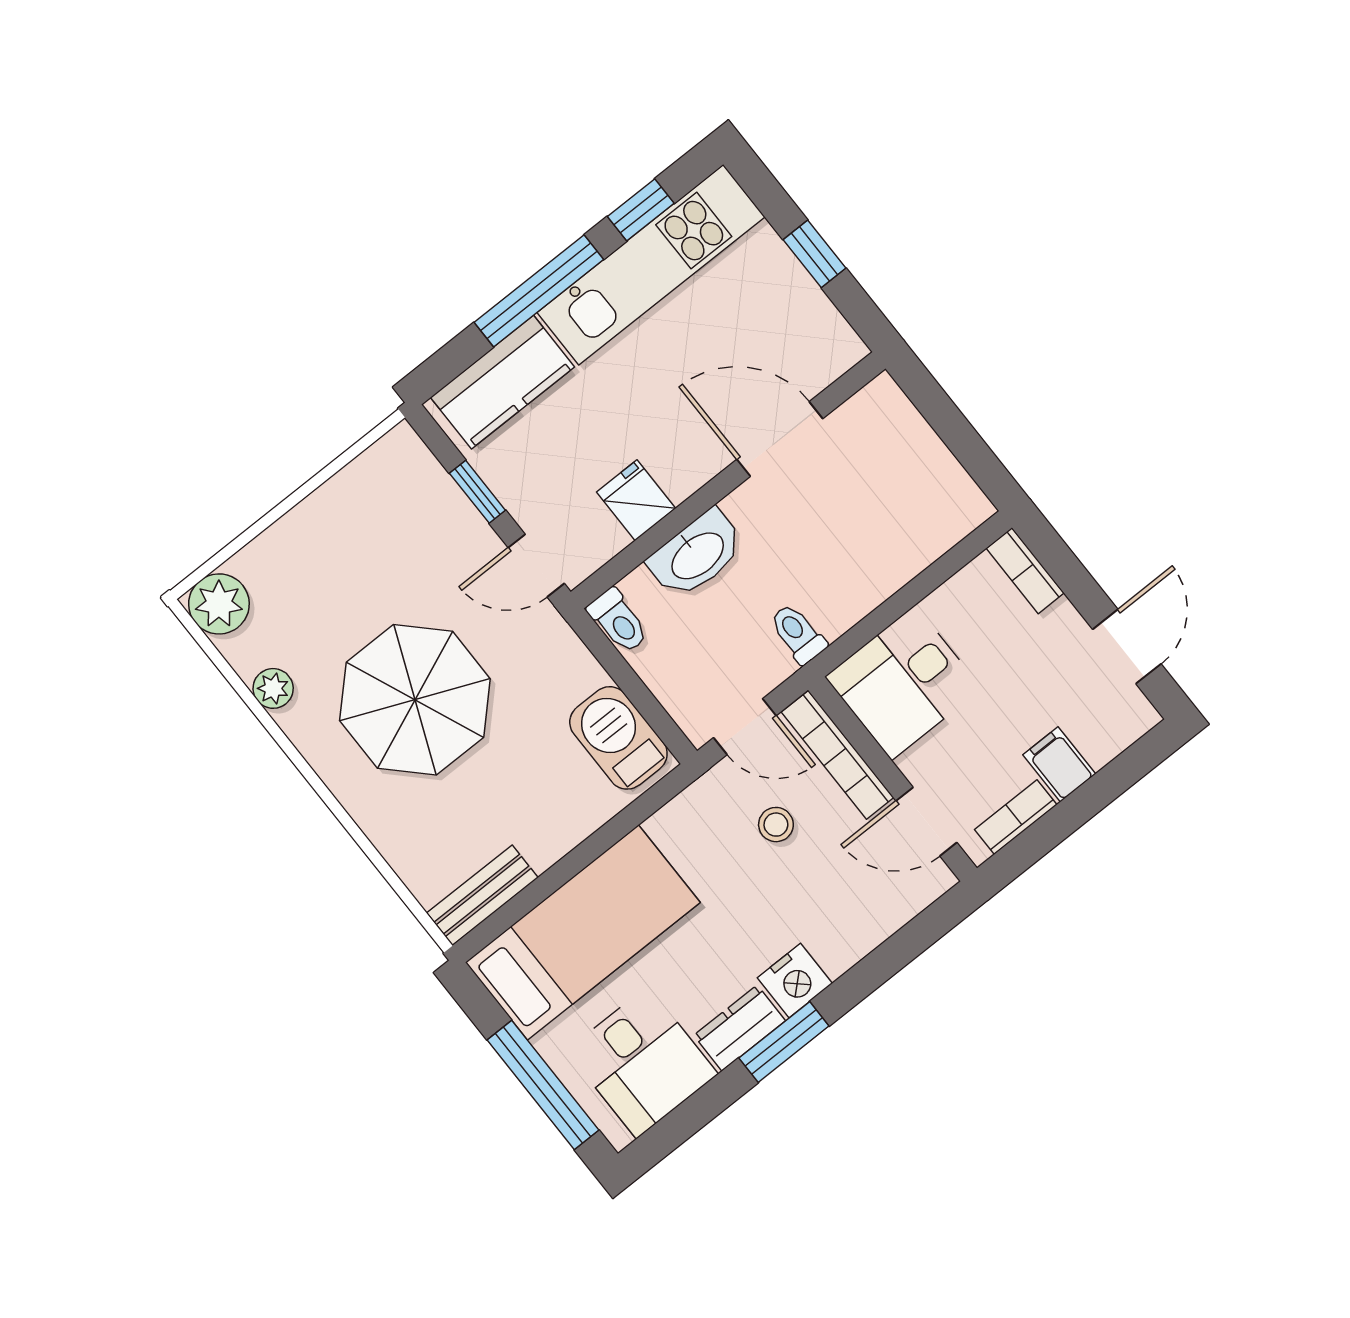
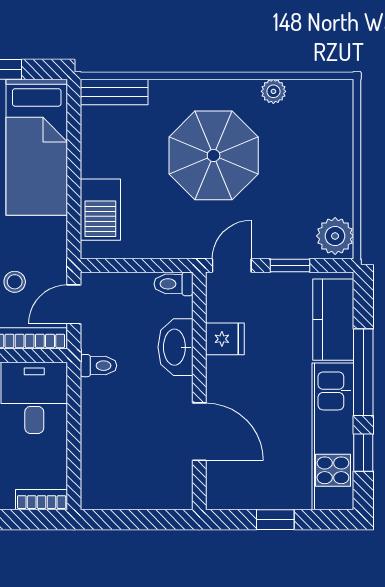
door: (780, 439) -> (199, 432), hinge flipped
plant: (219, 604) -> (335, 236), moved
barbecue: (618, 738) -> (100, 210), moved, turned 90
bench: (482, 895) -> (114, 92), moved, turned 90

